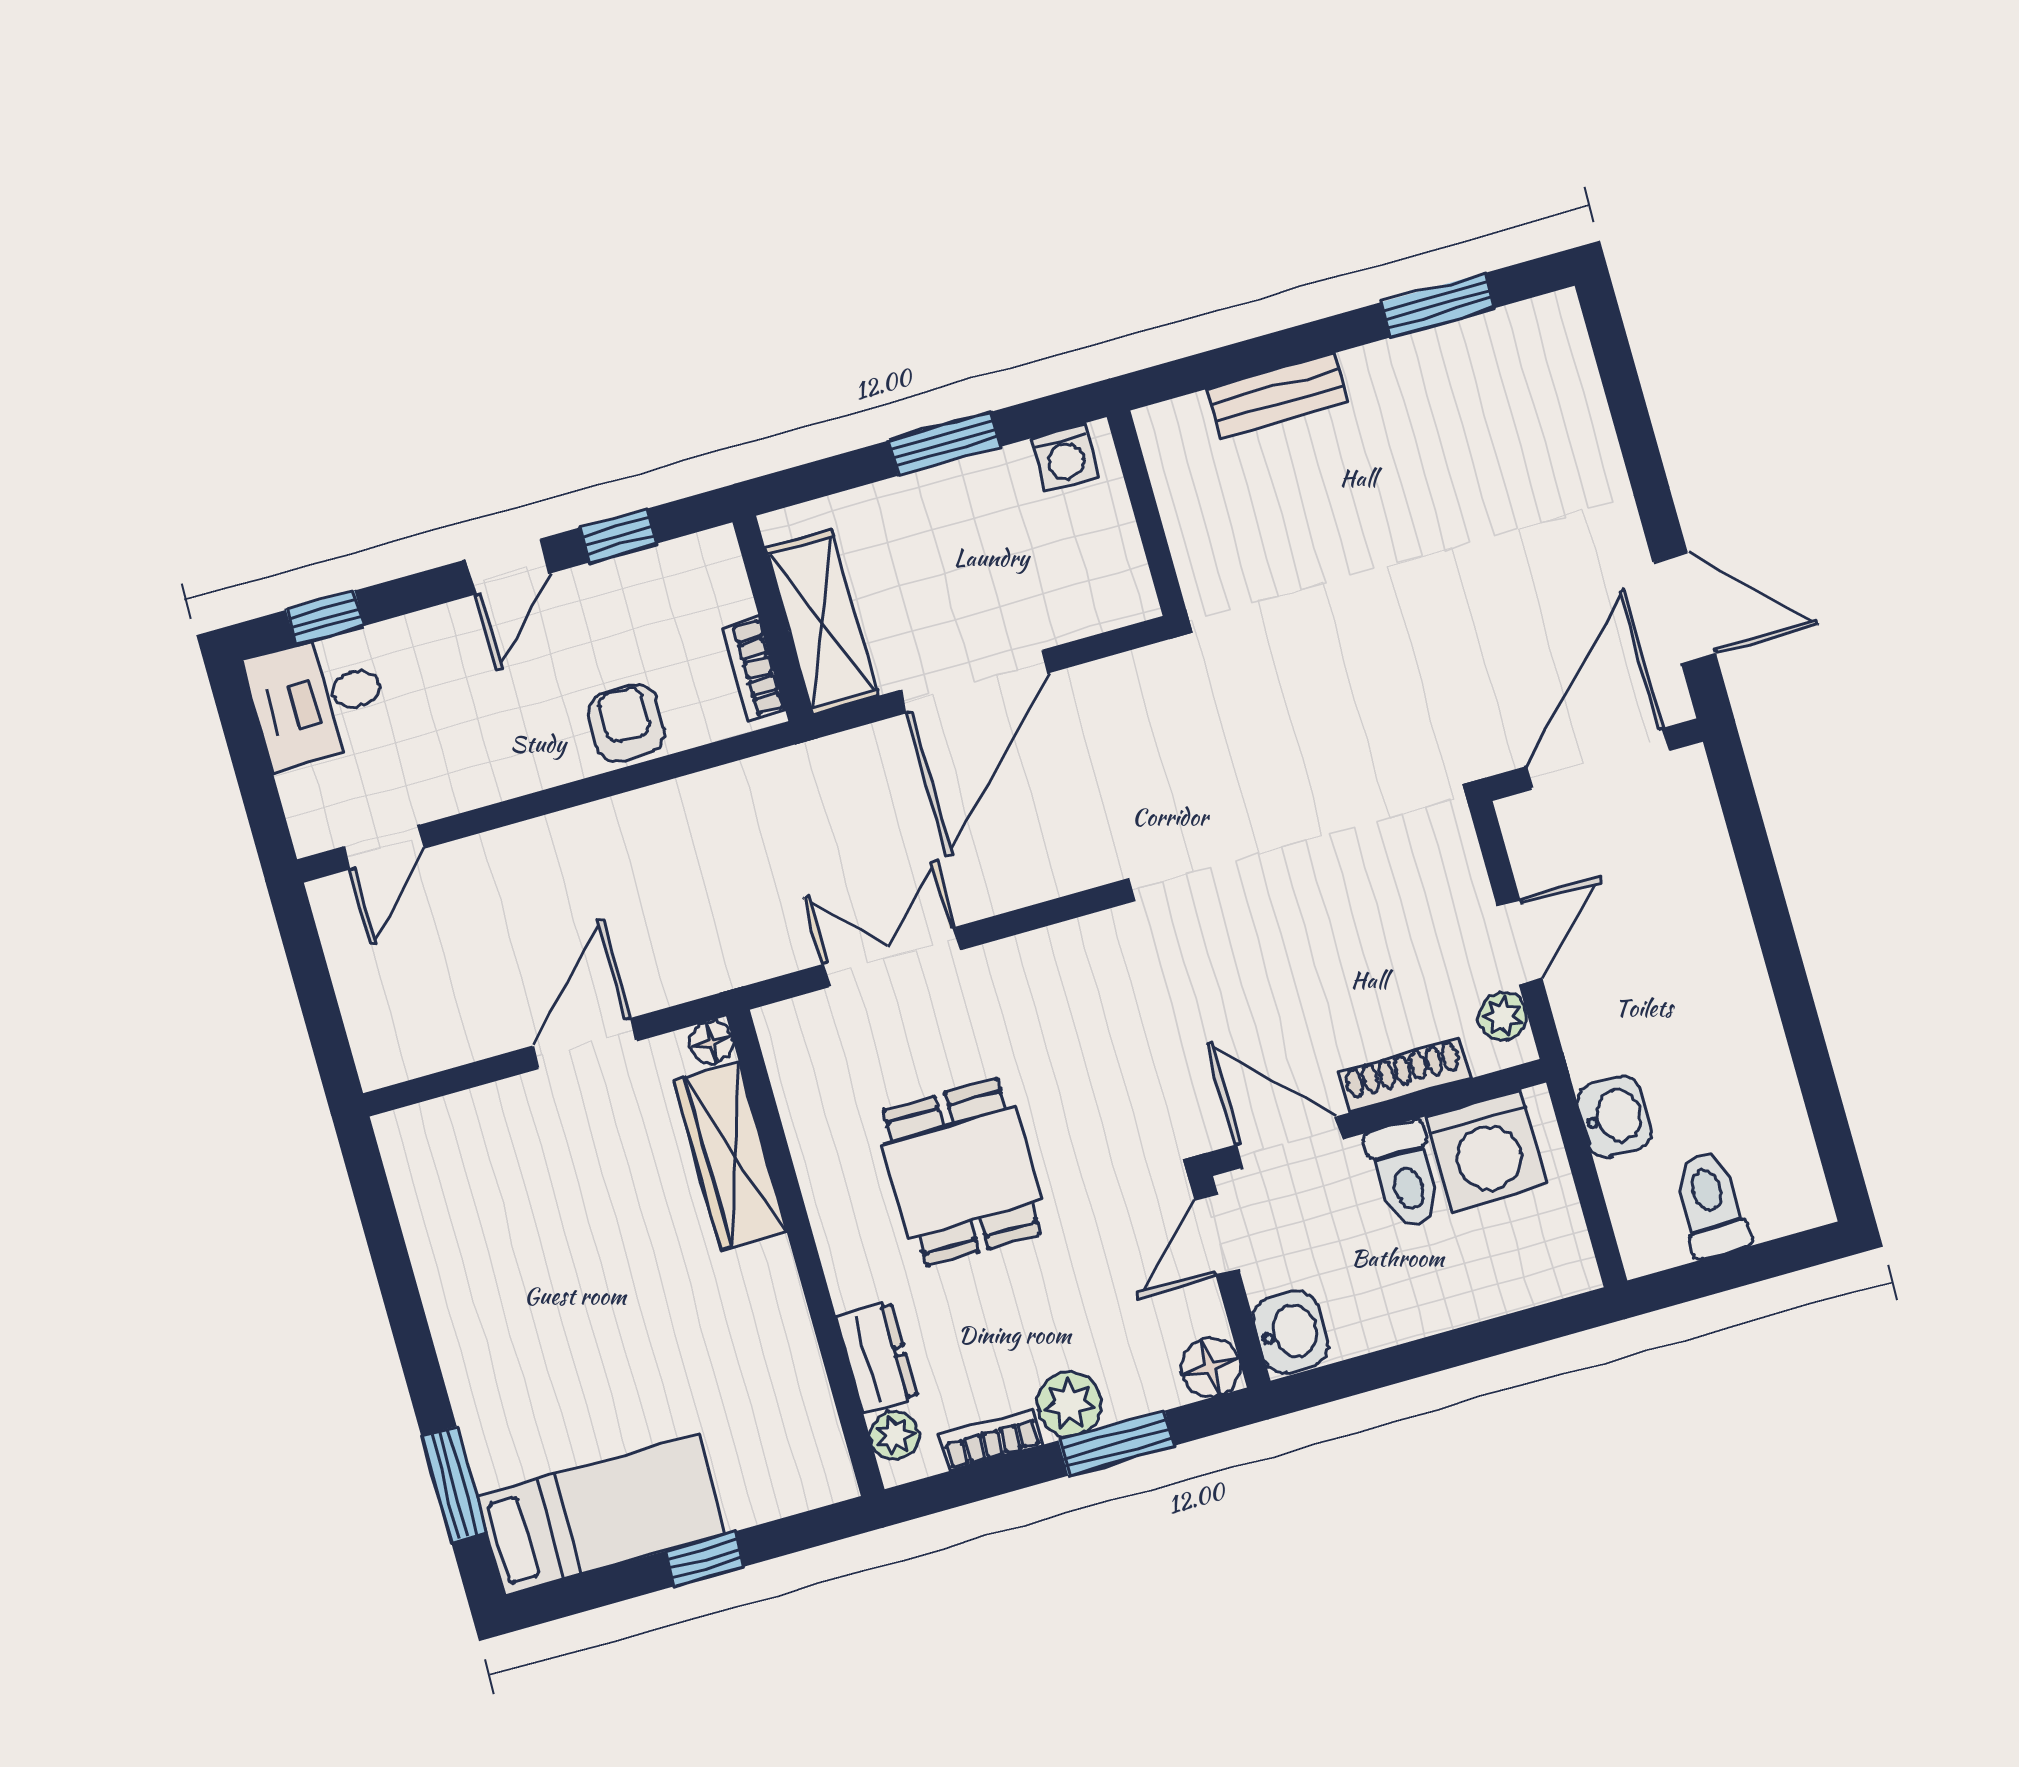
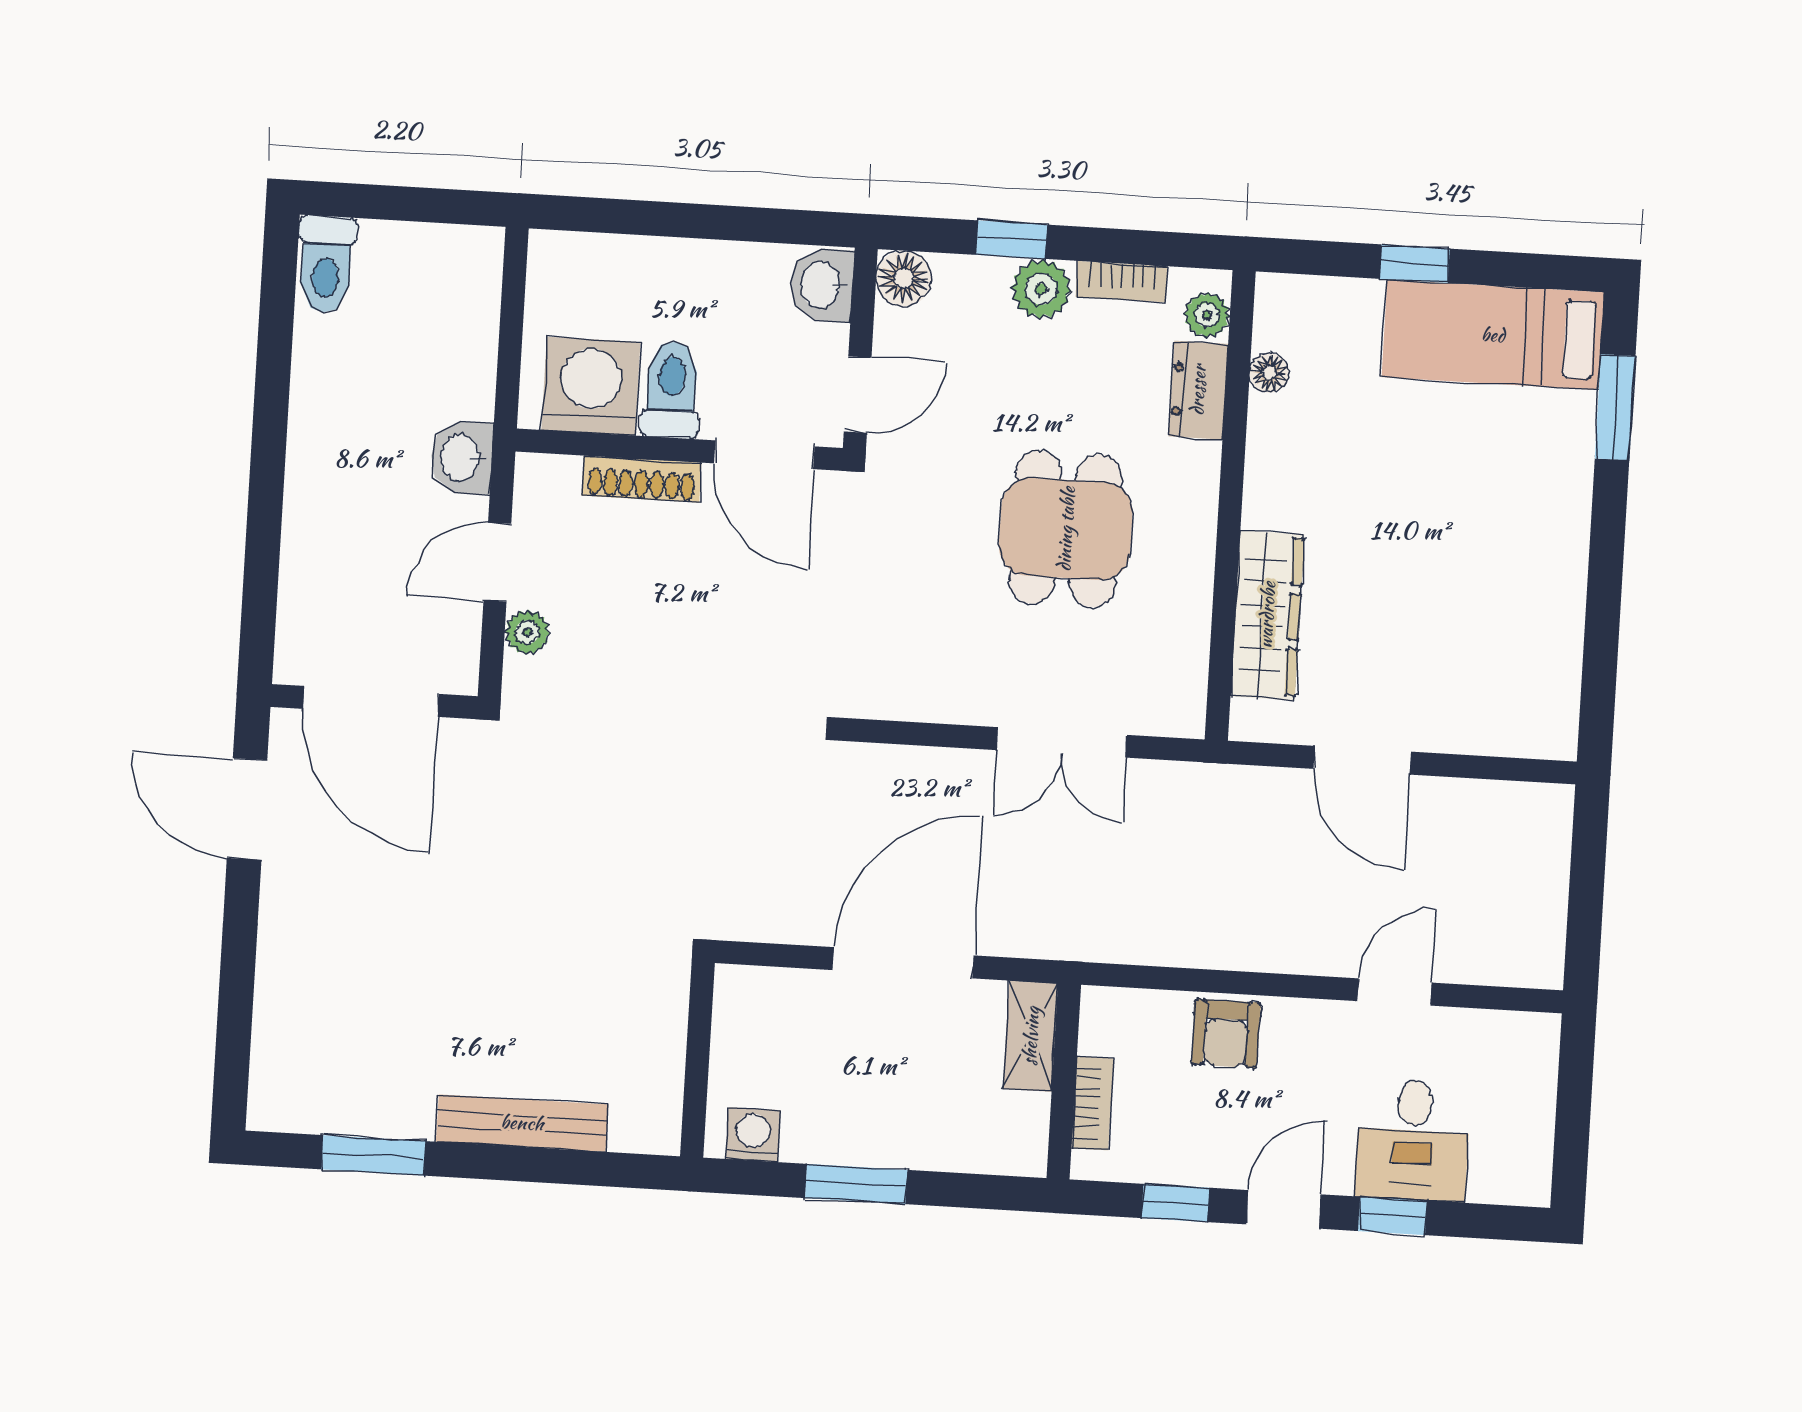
bench: (1277, 395) -> (522, 1123), width x1.36
window: (325, 618) -> (1392, 1216), moved
shelving: (822, 622) -> (1031, 1036), width x0.67, depth x0.75
bookcase: (753, 669) -> (1092, 1103), moved
desk: (318, 700) -> (1413, 1140), moved, turned 90
door: (1598, 759) -> (371, 701), hinge flipped
door: (384, 847) -> (1395, 992), moved
plant: (1503, 1016) -> (527, 632), moved
floor lamp: (712, 1042) -> (1269, 373), moved
door: (585, 1043) -> (1362, 760), hinge flipped
washbasin: (1615, 1117) -> (462, 457), moved
toilet: (1711, 1204) -> (326, 264), moved
window: (1117, 1443) -> (1011, 240), width x0.67

